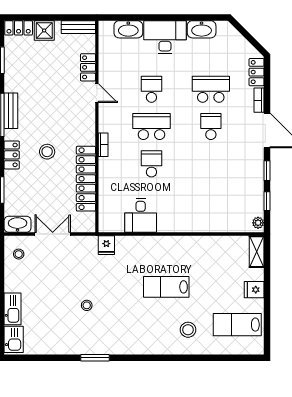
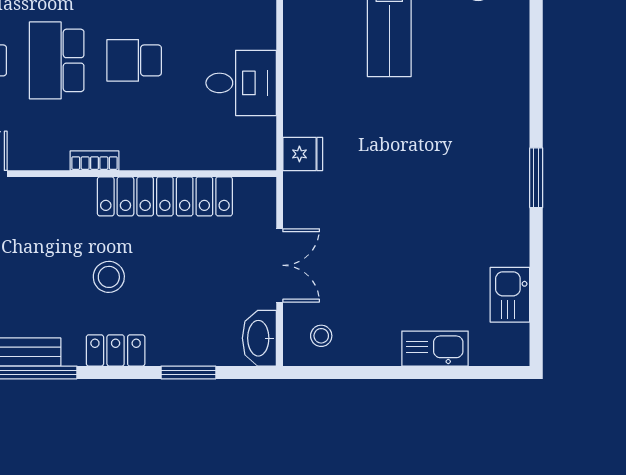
double door: (53, 234) -> (280, 265), swing flipped
stool: (87, 305) -> (428, 195), removed
kitchen sink: (14, 339) -> (510, 295), moved, turned -90

